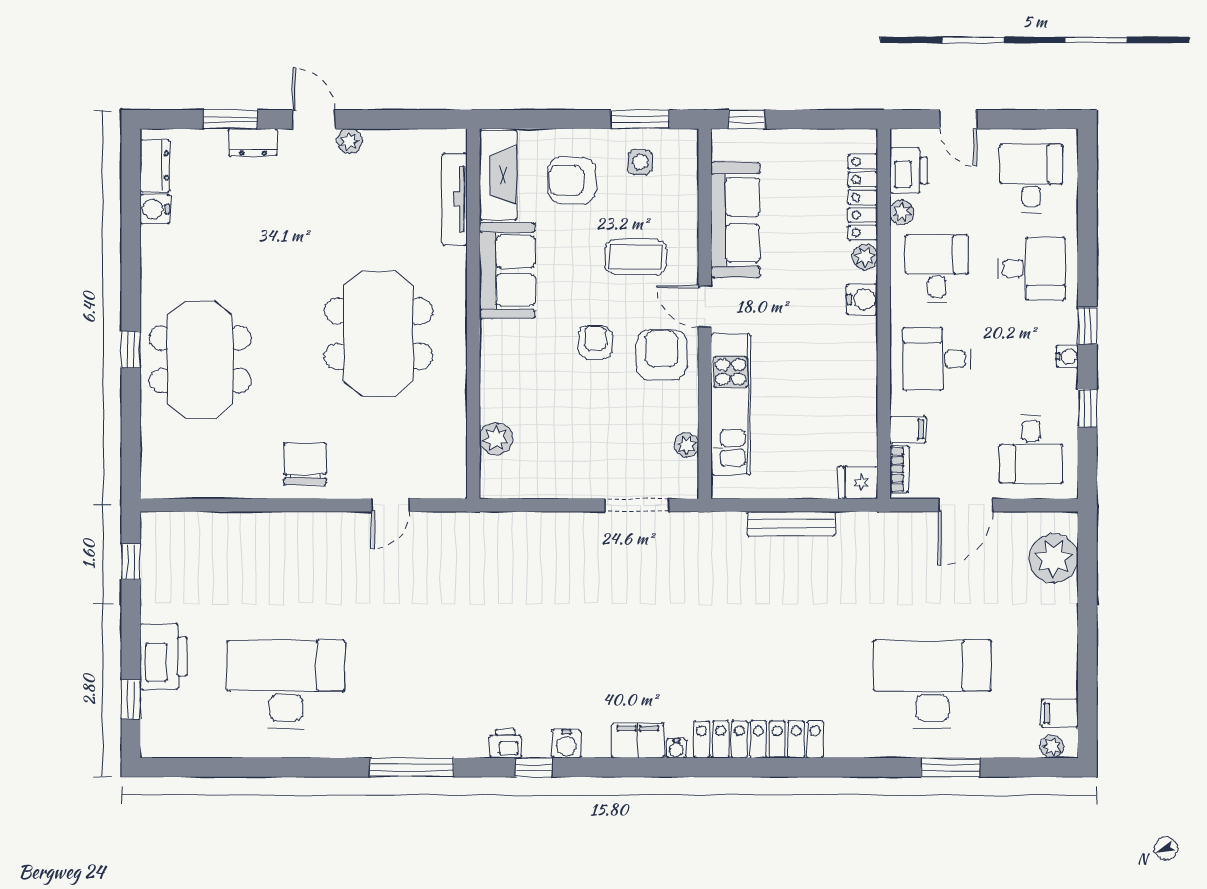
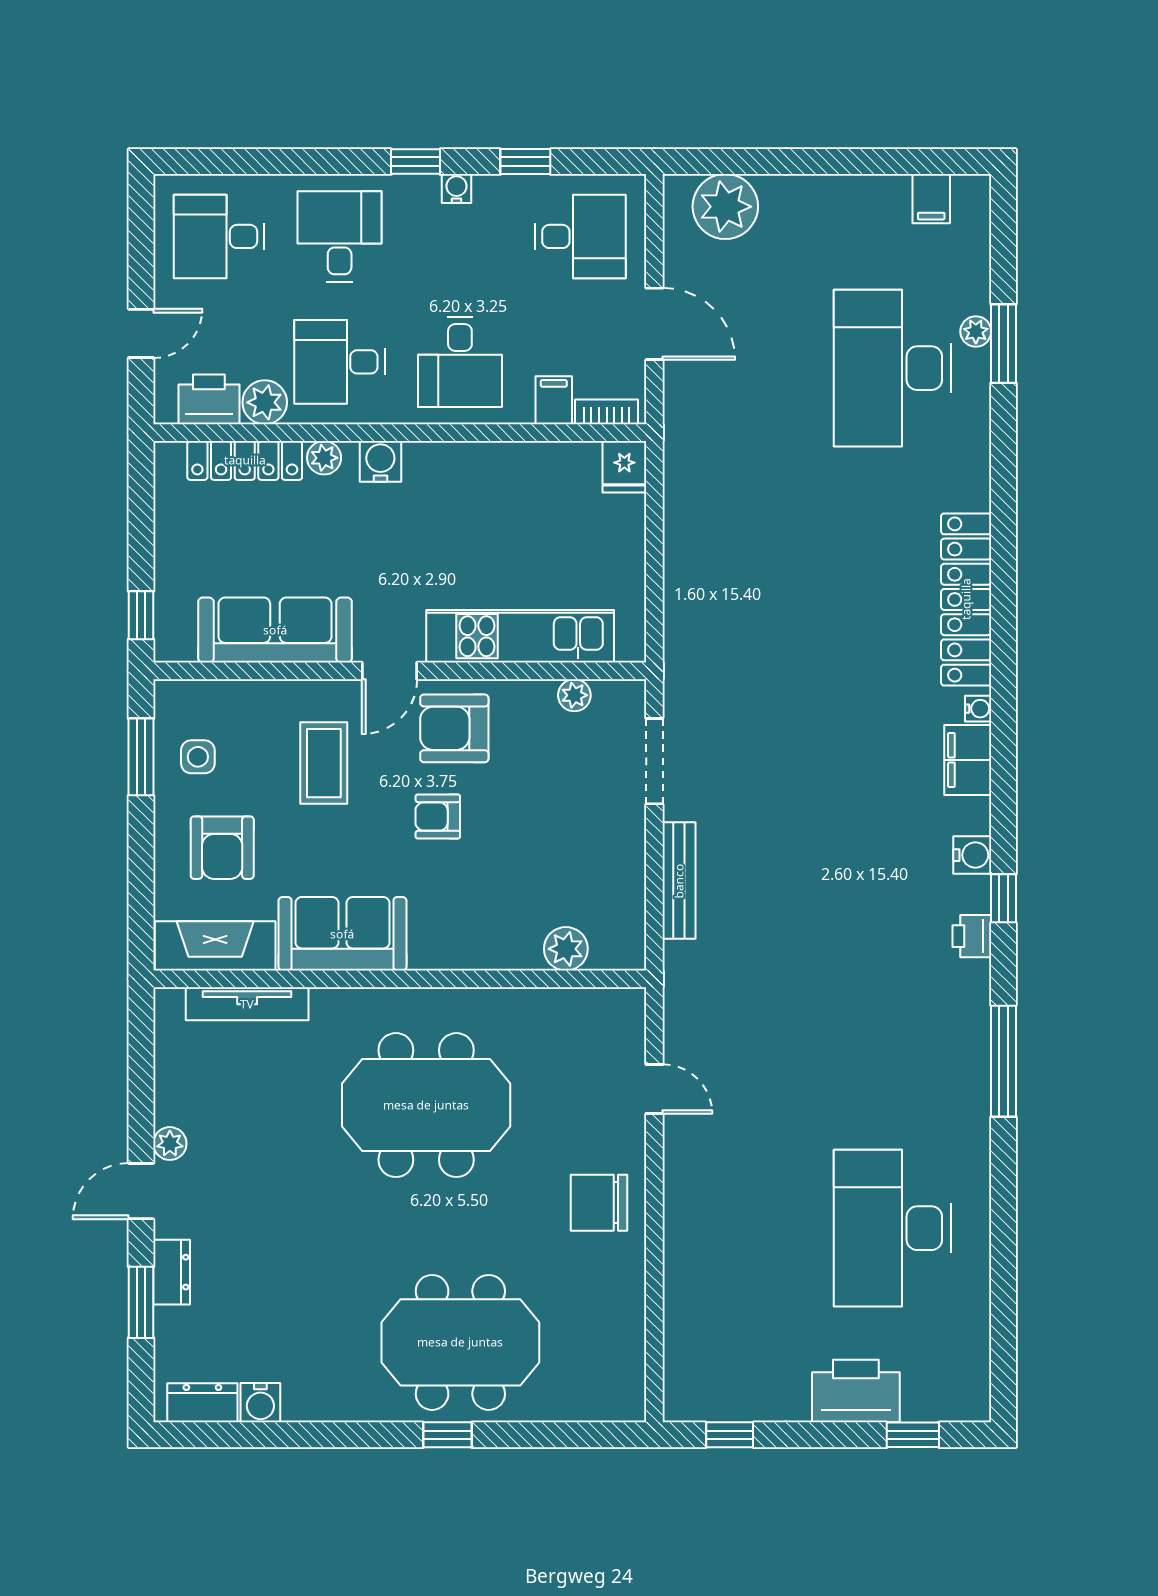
plant: (902, 212) -> (265, 402), width x1.38, depth x1.38
bench: (791, 524) -> (679, 881), moved
plant: (1052, 747) -> (976, 331), moved

